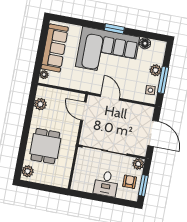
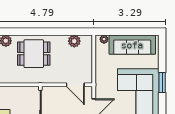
window: (114, 29) -> (162, 83), moved
door: (83, 111) -> (75, 85), swing flipped

